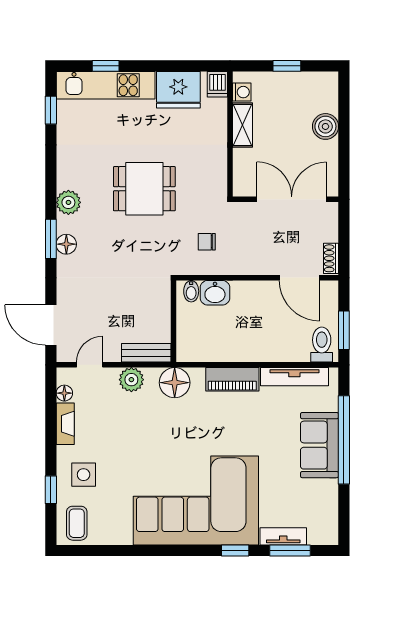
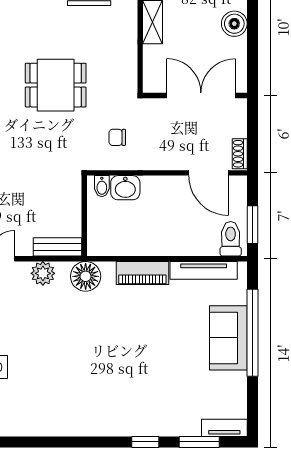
corner sofa: (196, 501) -> (106, 393), removed
tv unit: (283, 536) -> (224, 428), moved

